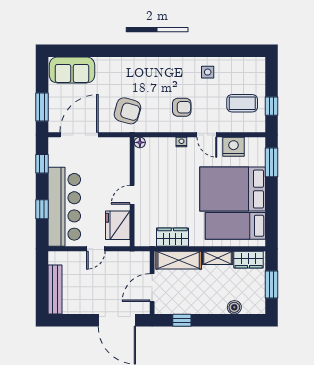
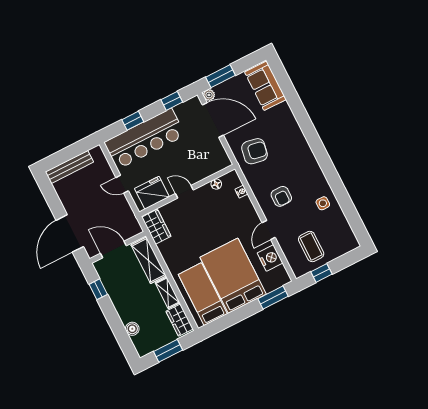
armchair: (127, 111) -> (255, 151), turned -96
plant: (54, 127) -> (209, 95), added
floor lamp: (140, 142) -> (216, 184), moved
nightstand: (181, 142) -> (241, 192), moved
wardrobe: (172, 237) -> (156, 227), moved

